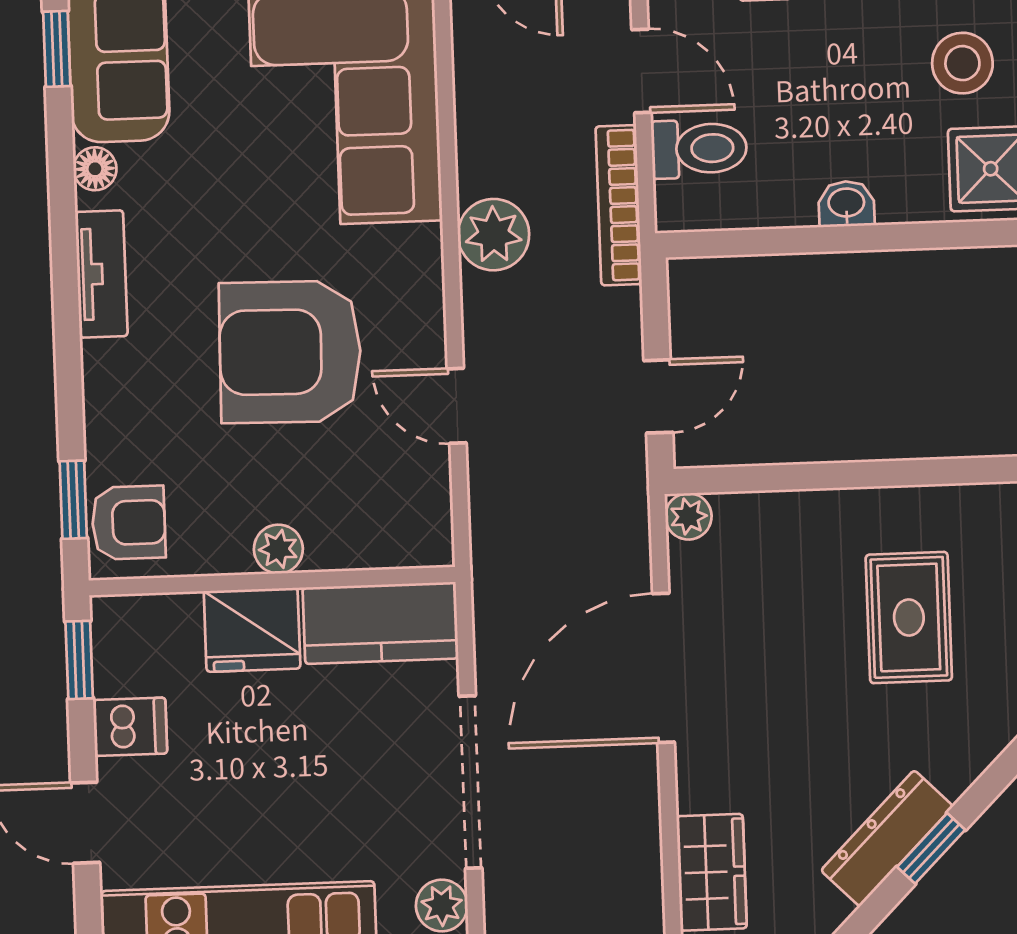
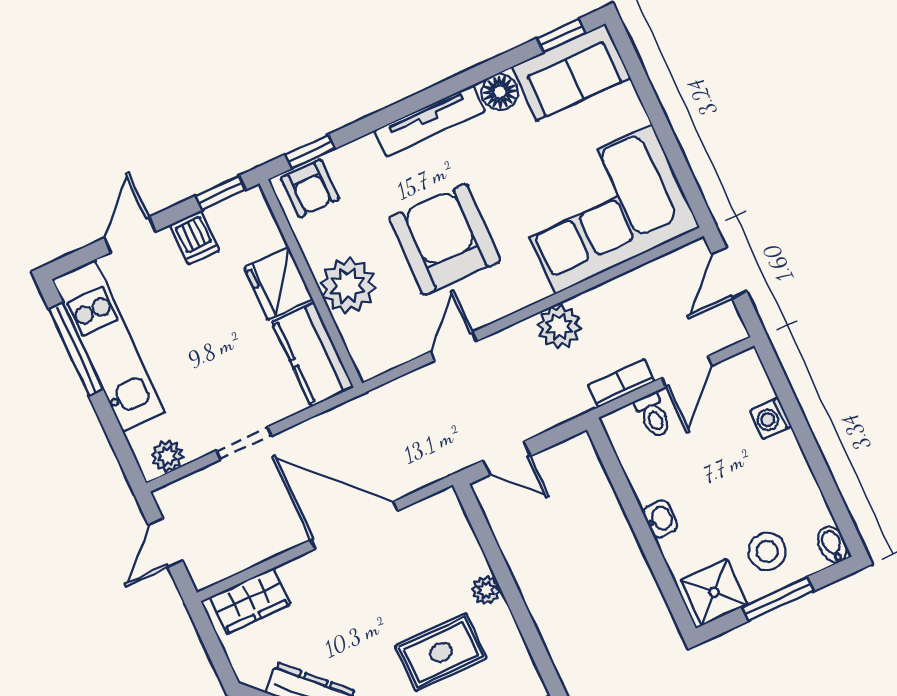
toilet: (699, 149) -> (653, 415), width x0.73, depth x0.72
floor lamp: (95, 169) -> (500, 92), width x1.37, depth x1.37
bookcase: (619, 205) -> (621, 383), width x0.64
tv unit: (101, 274) -> (430, 121), width x1.41
plant: (688, 516) -> (486, 590), moved
plant: (278, 549) -> (348, 286), width x1.88, depth x1.88
doorway: (470, 782) -> (244, 443), width x0.53

